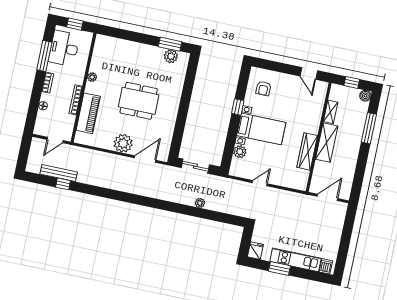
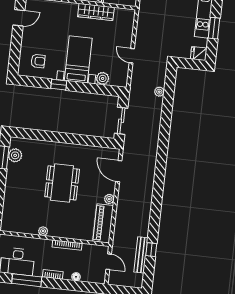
piano: (88, 113) -> (103, 223), moved, turned -90
plant: (123, 143) -> (109, 199), width x0.53, depth x0.53
plant: (200, 203) -> (159, 92), moved

